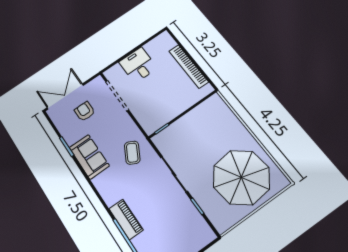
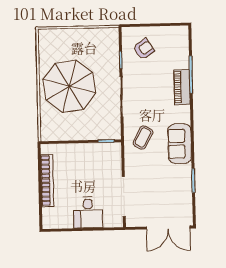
armchair: (85, 111) -> (144, 49), moved, turned -124
sofa: (89, 157) -> (180, 144), moved
parasol: (241, 177) -> (69, 86), moved

